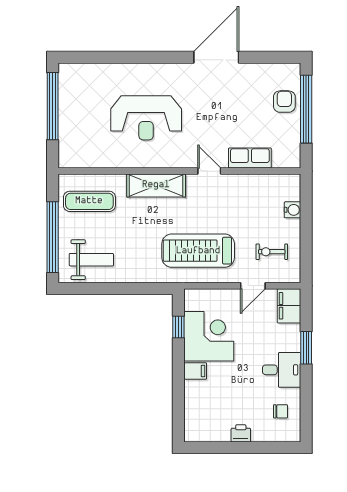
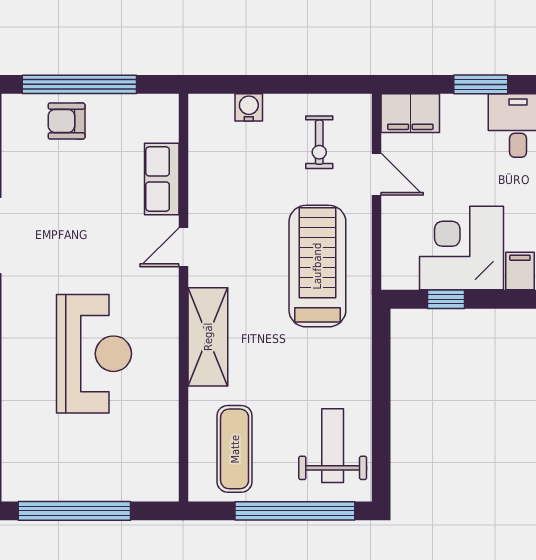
treadmill: (198, 251) -> (317, 266), turned 180

